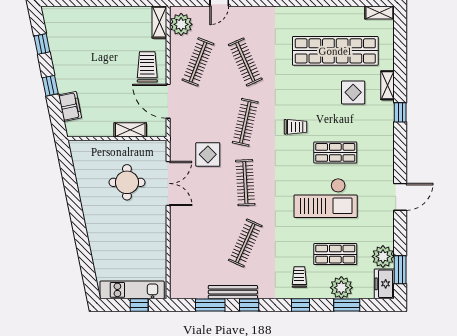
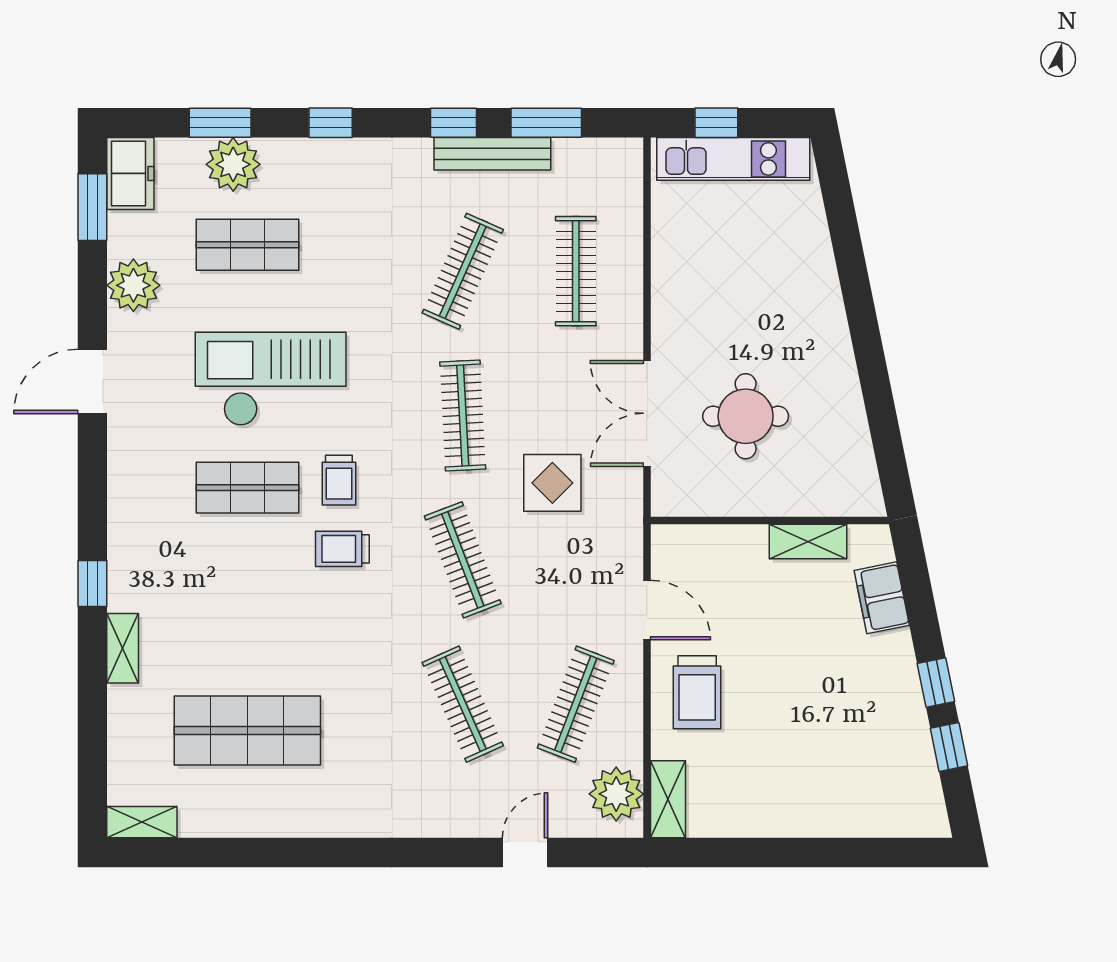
shop shelf: (335, 51) -> (247, 731), width x0.71
window: (50, 86) -> (936, 682), moved
display table: (353, 92) -> (205, 631), removed
door: (168, 101) -> (647, 610), width x0.73
clothes rail: (245, 122) -> (463, 560), turned -33
shelving: (130, 130) -> (808, 542), moved
clothes rail: (198, 243) -> (576, 271), added
plant: (383, 256) -> (133, 285), moved
trolley: (299, 277) -> (339, 480), moved

